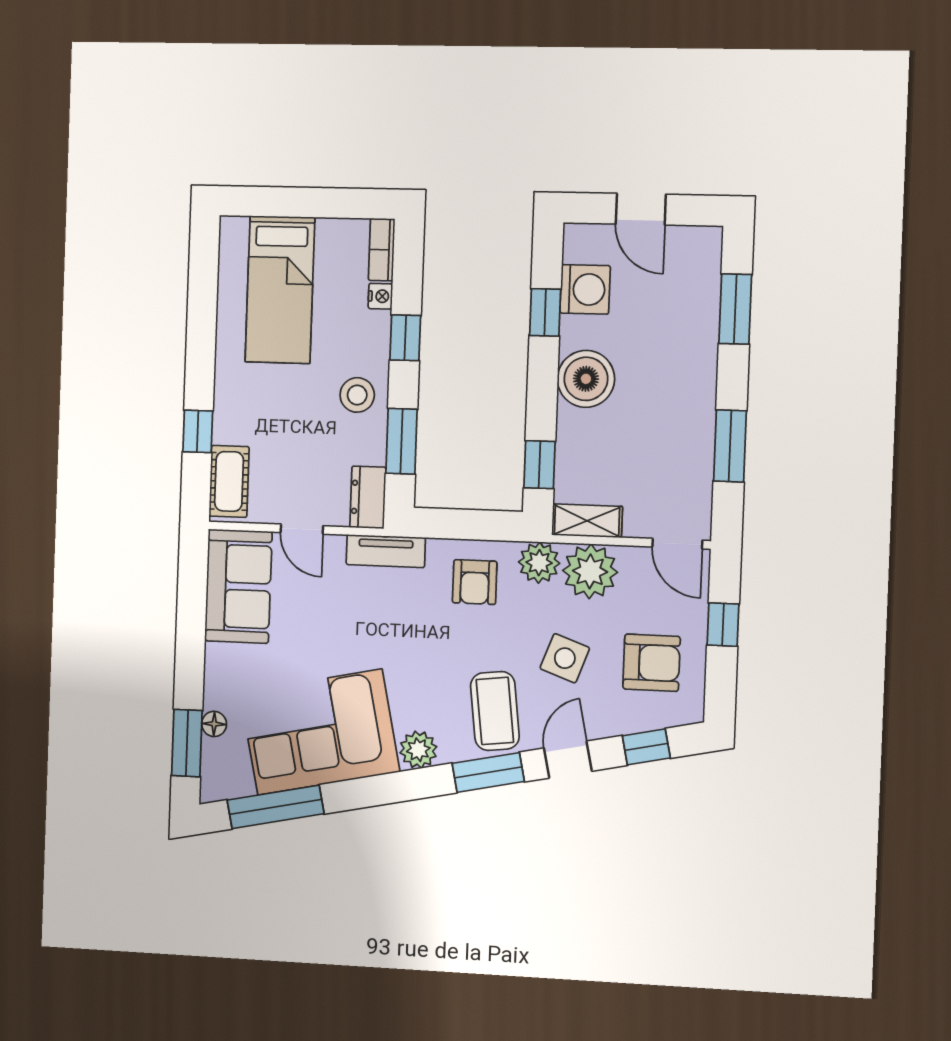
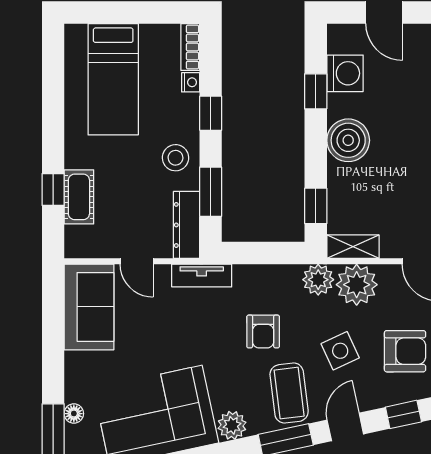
cot: (229, 481) -> (79, 197), moved
dresser: (368, 497) -> (187, 225), width x1.44
armchair: (475, 582) -> (263, 332), moved
side table: (565, 658) -> (340, 351), turned 45

